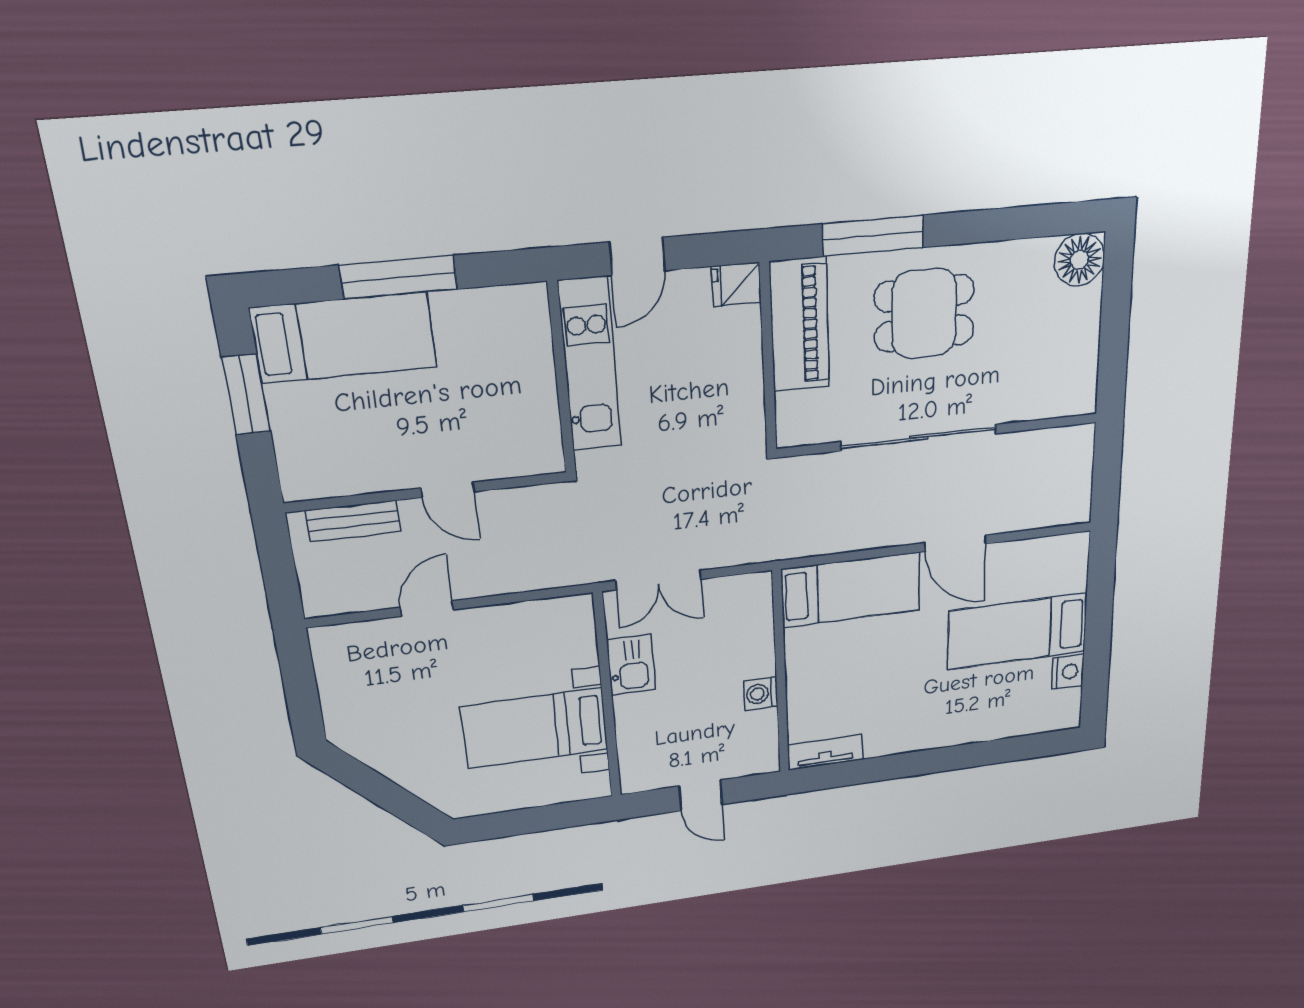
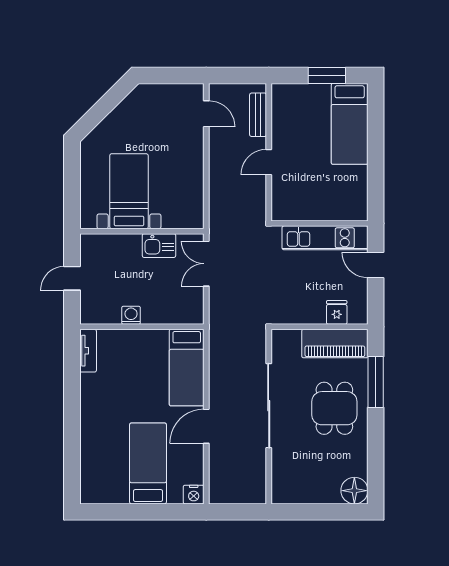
window: (399, 277) -> (376, 153), removed
fridge: (736, 285) -> (337, 312), moved
door: (427, 609) -> (206, 114), moved
nightstand: (1068, 672) -> (194, 495), moved

